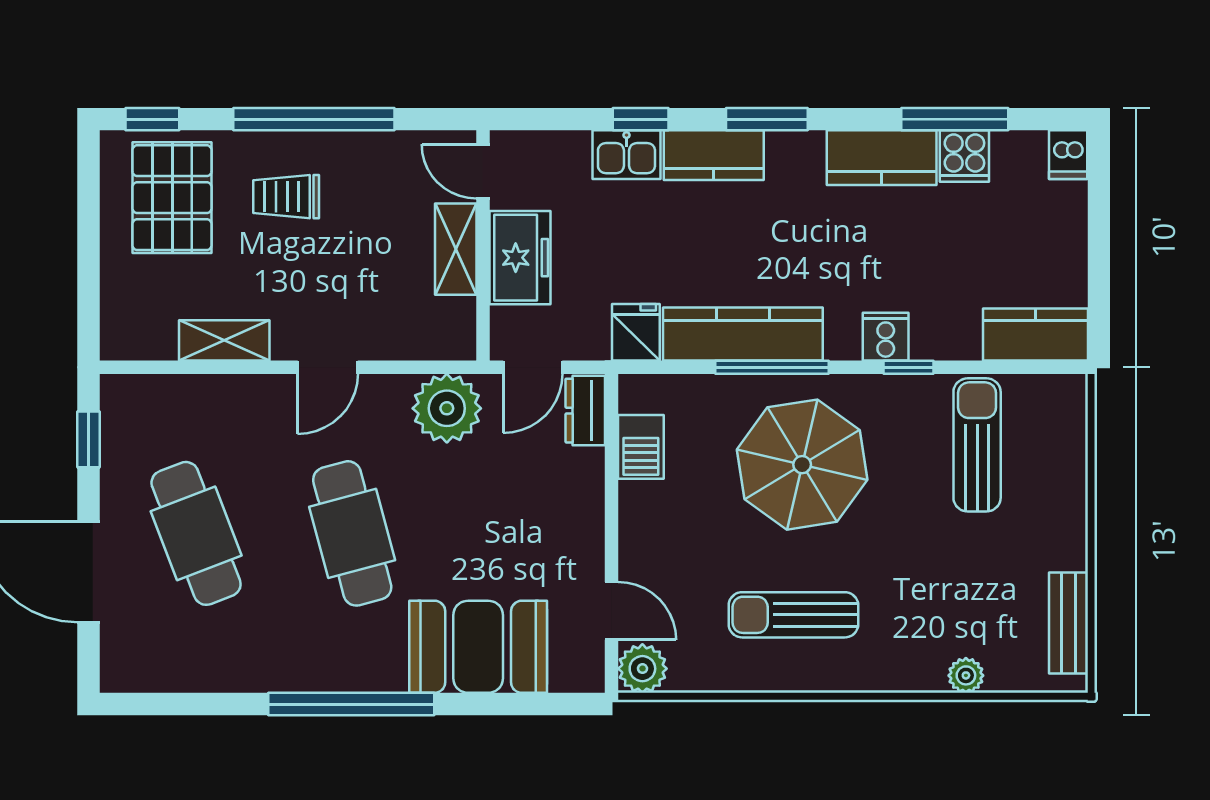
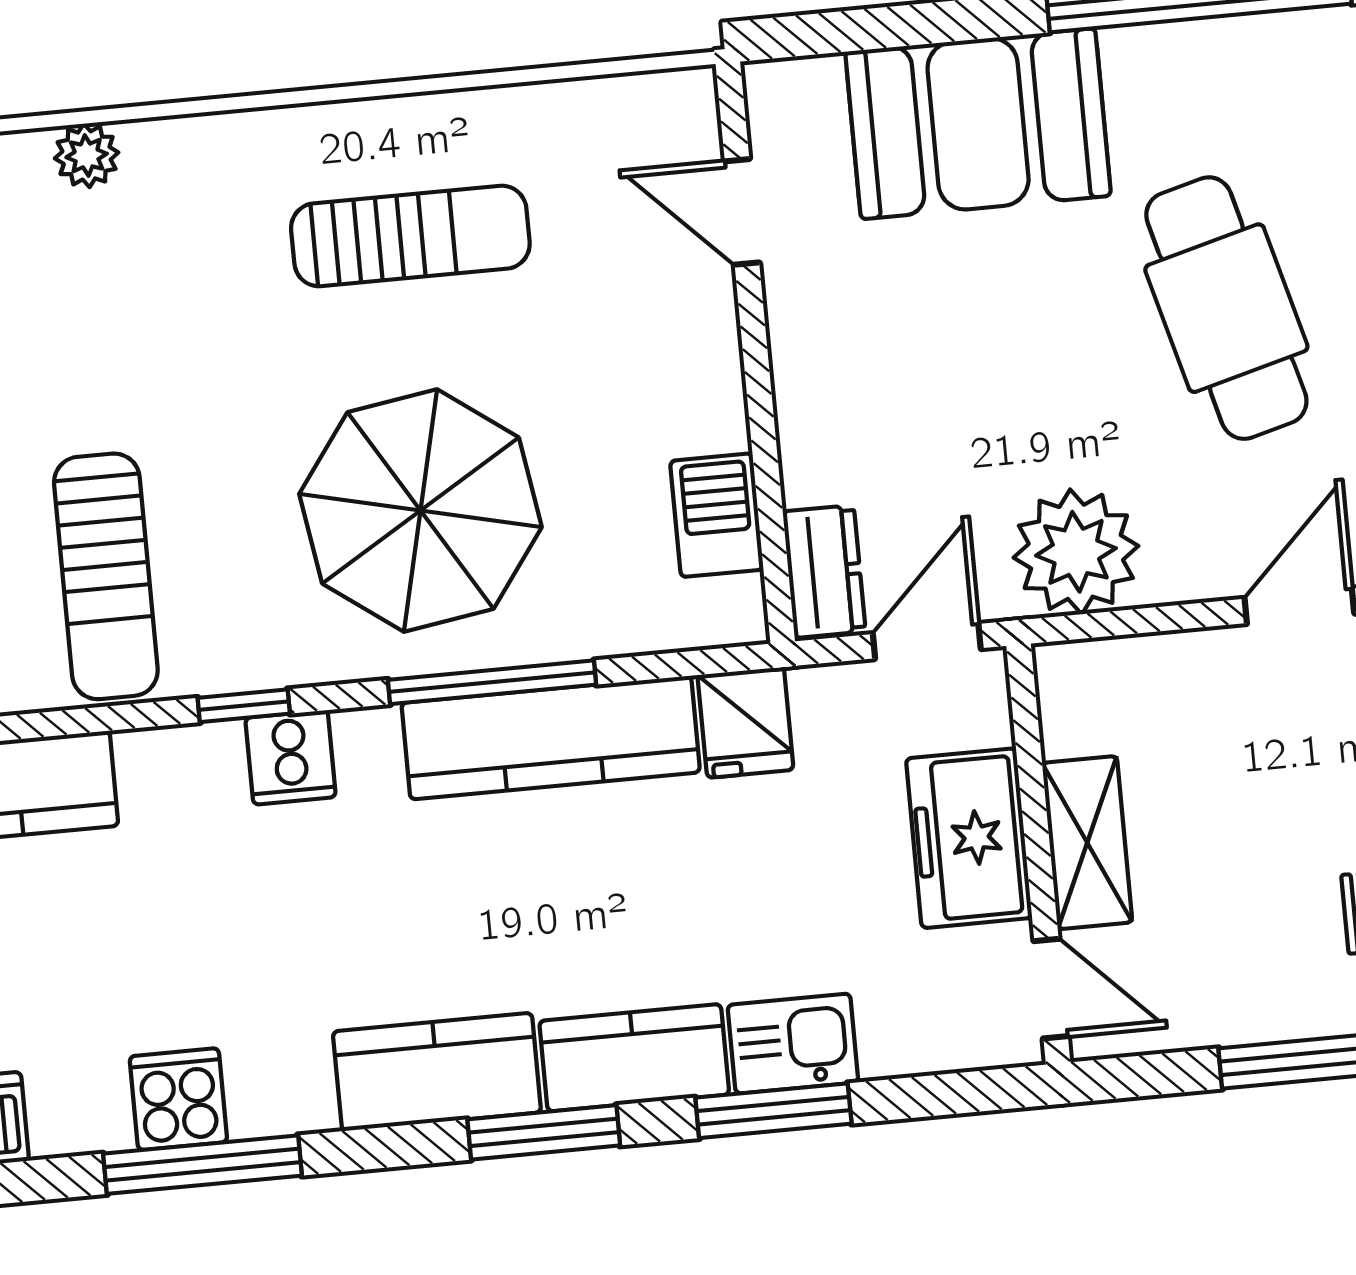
window: (641, 119) -> (773, 1111), width x1.50
kitchen counter: (882, 158) -> (437, 1072), moved
plant: (642, 669) -> (676, 112), removed

